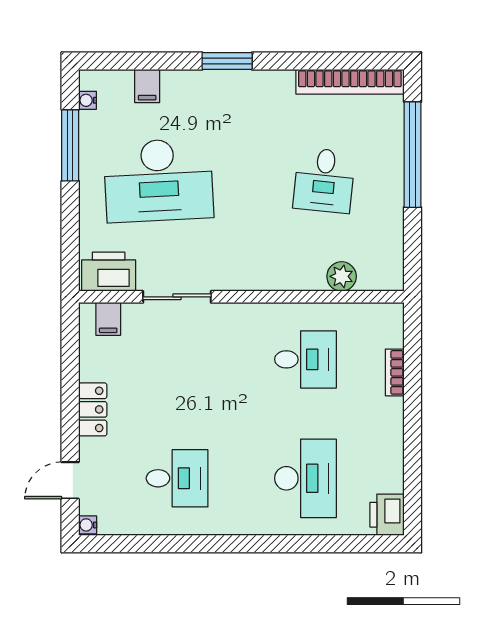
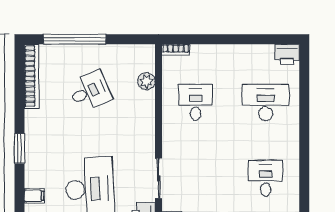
desk: (324, 180) -> (90, 91), turned -30
bookcase: (395, 372) -> (176, 50), moved

